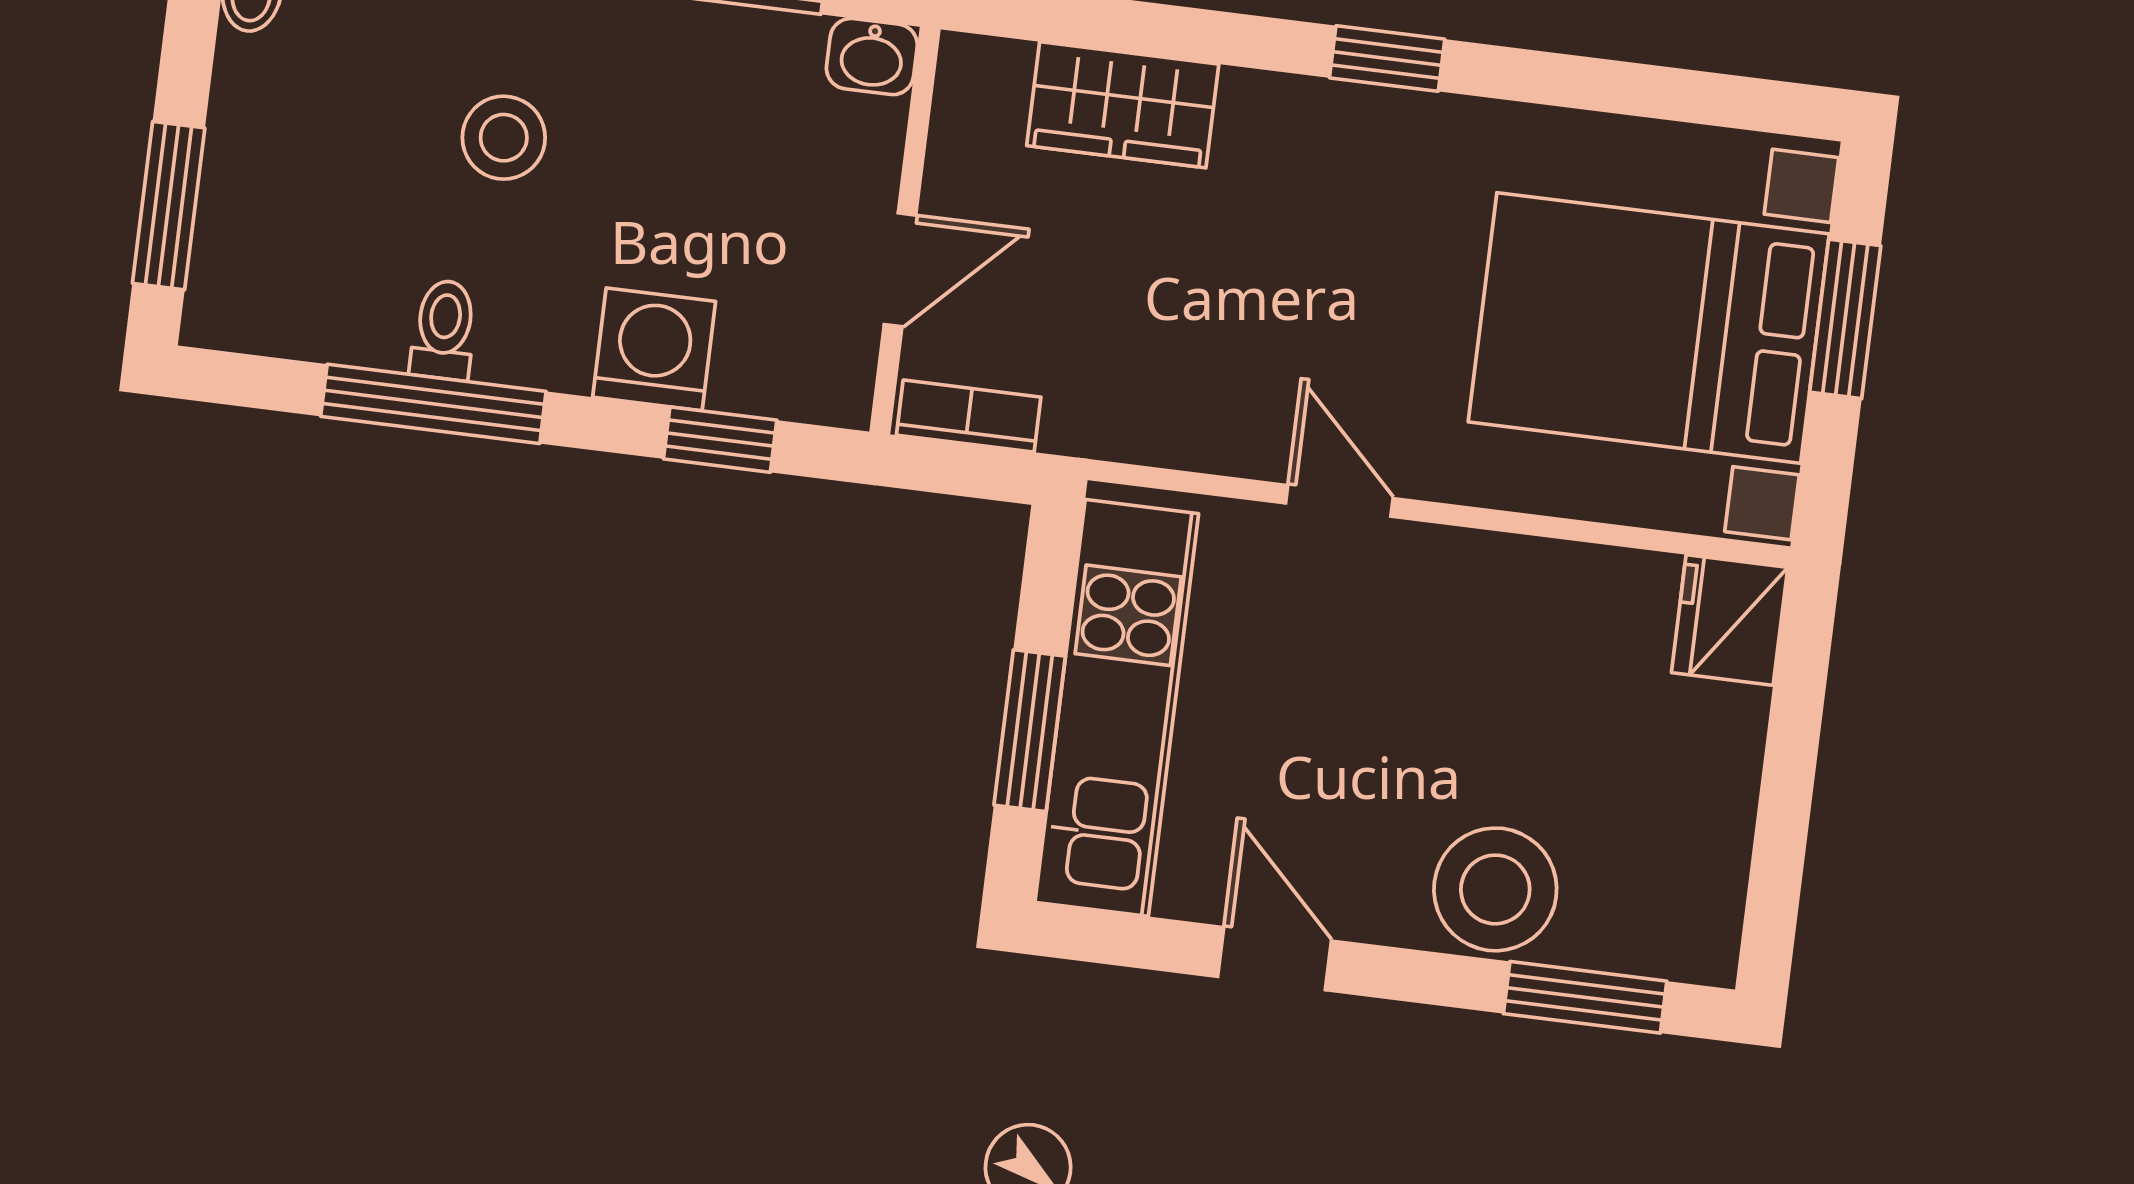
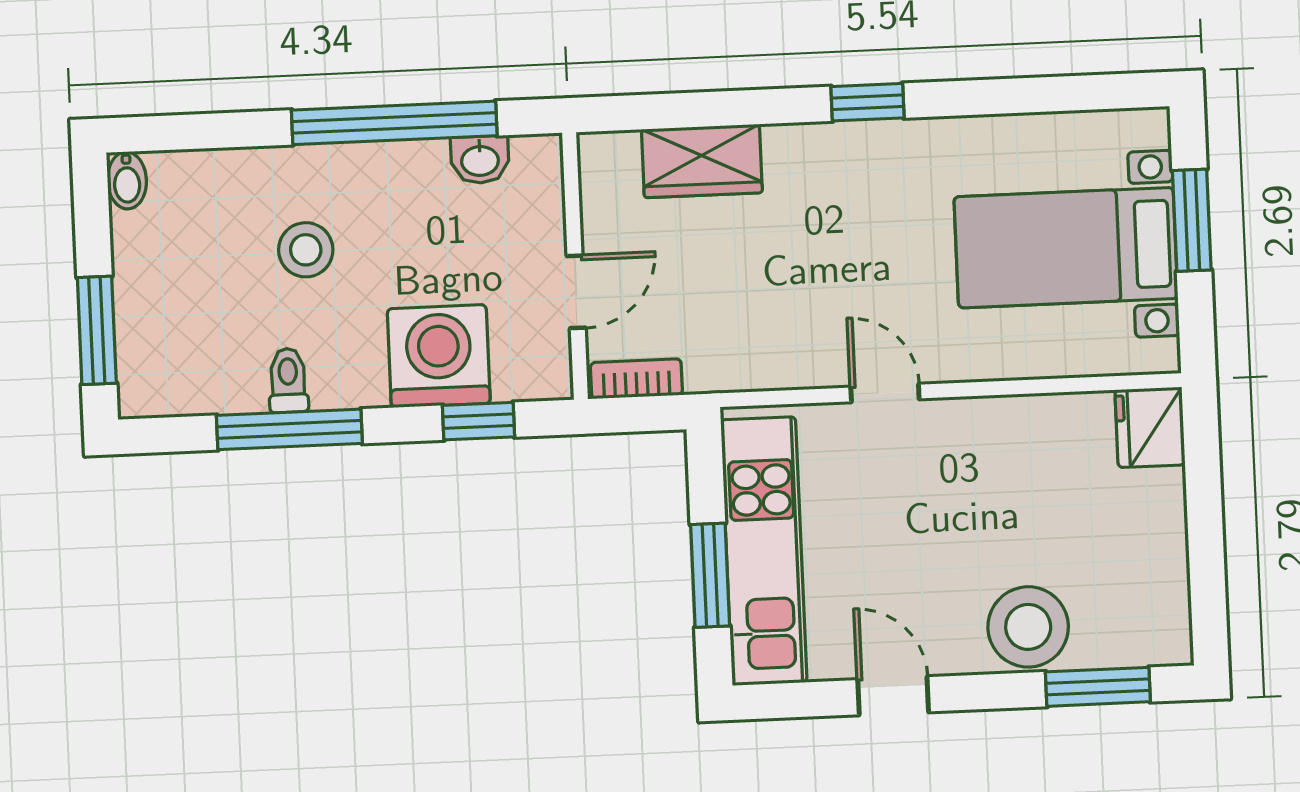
washbasin: (872, 57) -> (480, 160), moved
bed with nightstands: (1649, 328) -> (1066, 248), width x0.73
washing machine: (654, 349) -> (439, 356), width x1.37, depth x1.37

